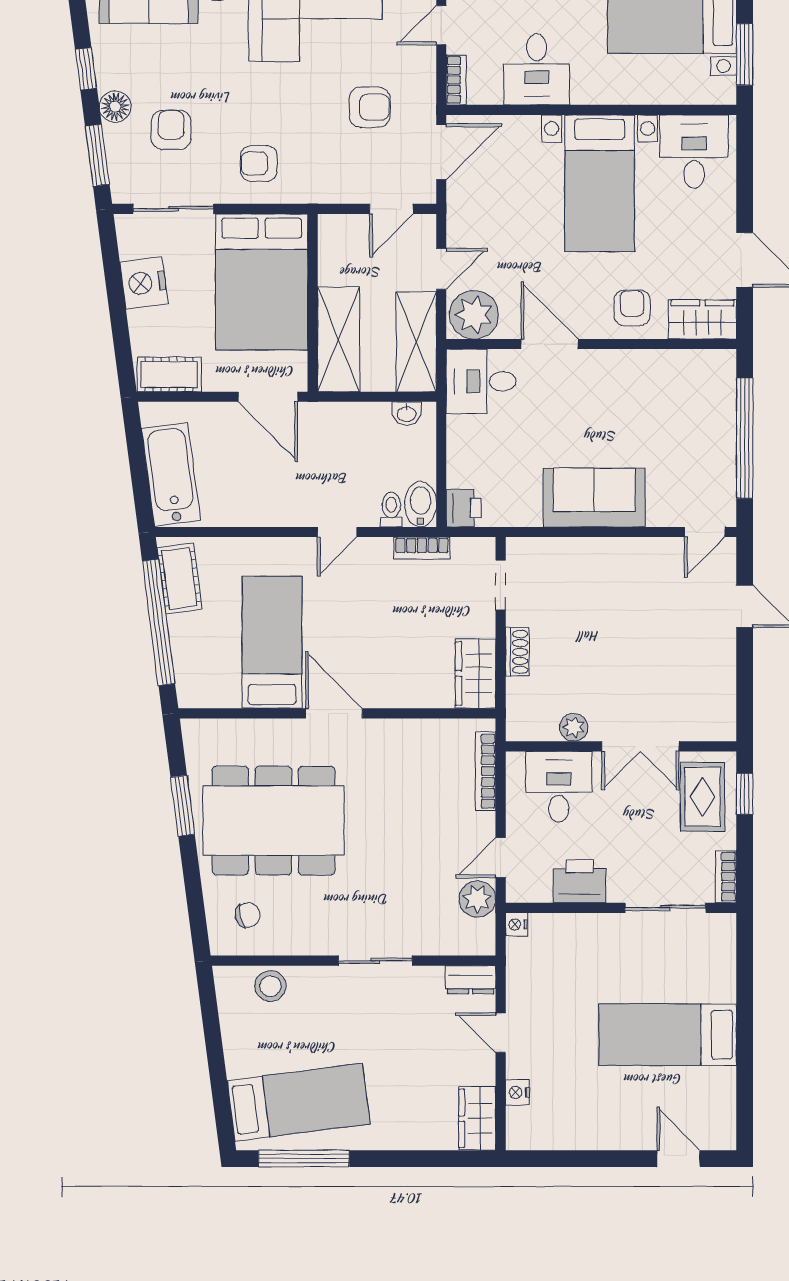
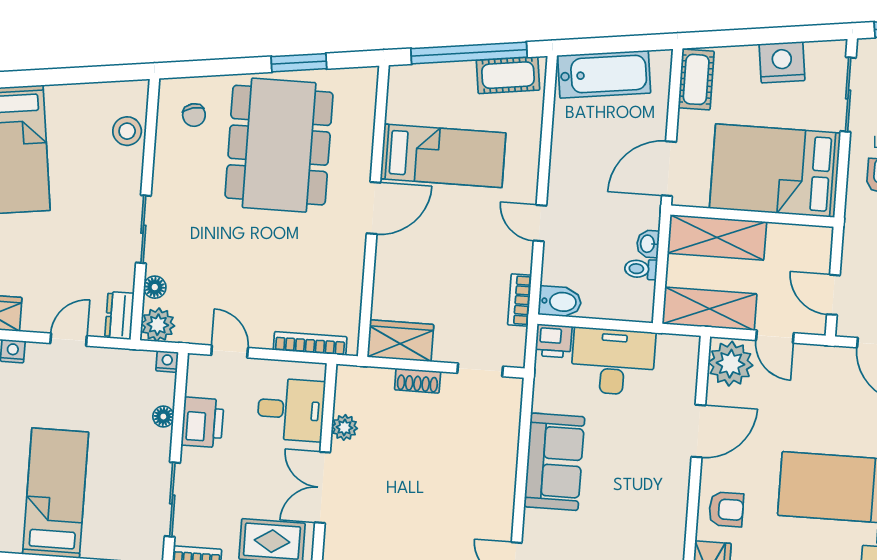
desk: (481, 381) -> (613, 362), moved, width x1.37
washbasin: (407, 414) -> (648, 244), moved
toilet: (391, 510) -> (641, 269), moved, turned 180
plant: (477, 899) -> (158, 325), moved
floor lamp: (576, 924) -> (163, 417), added
floor lamp: (437, 944) -> (155, 287), added

